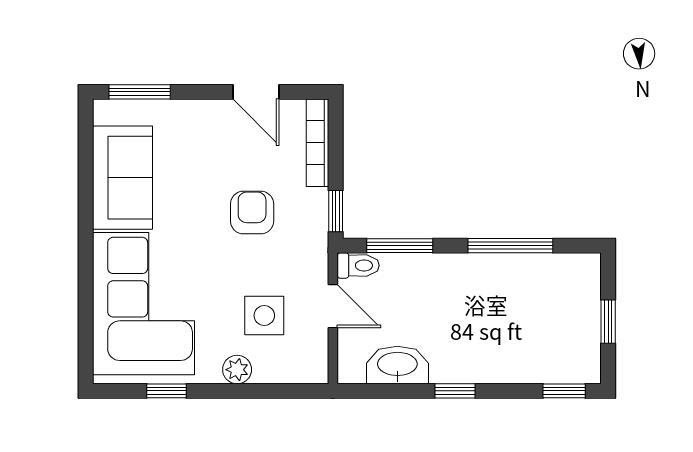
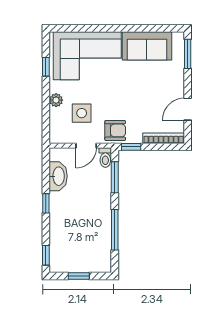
armchair: (252, 213) -> (115, 130), moved

